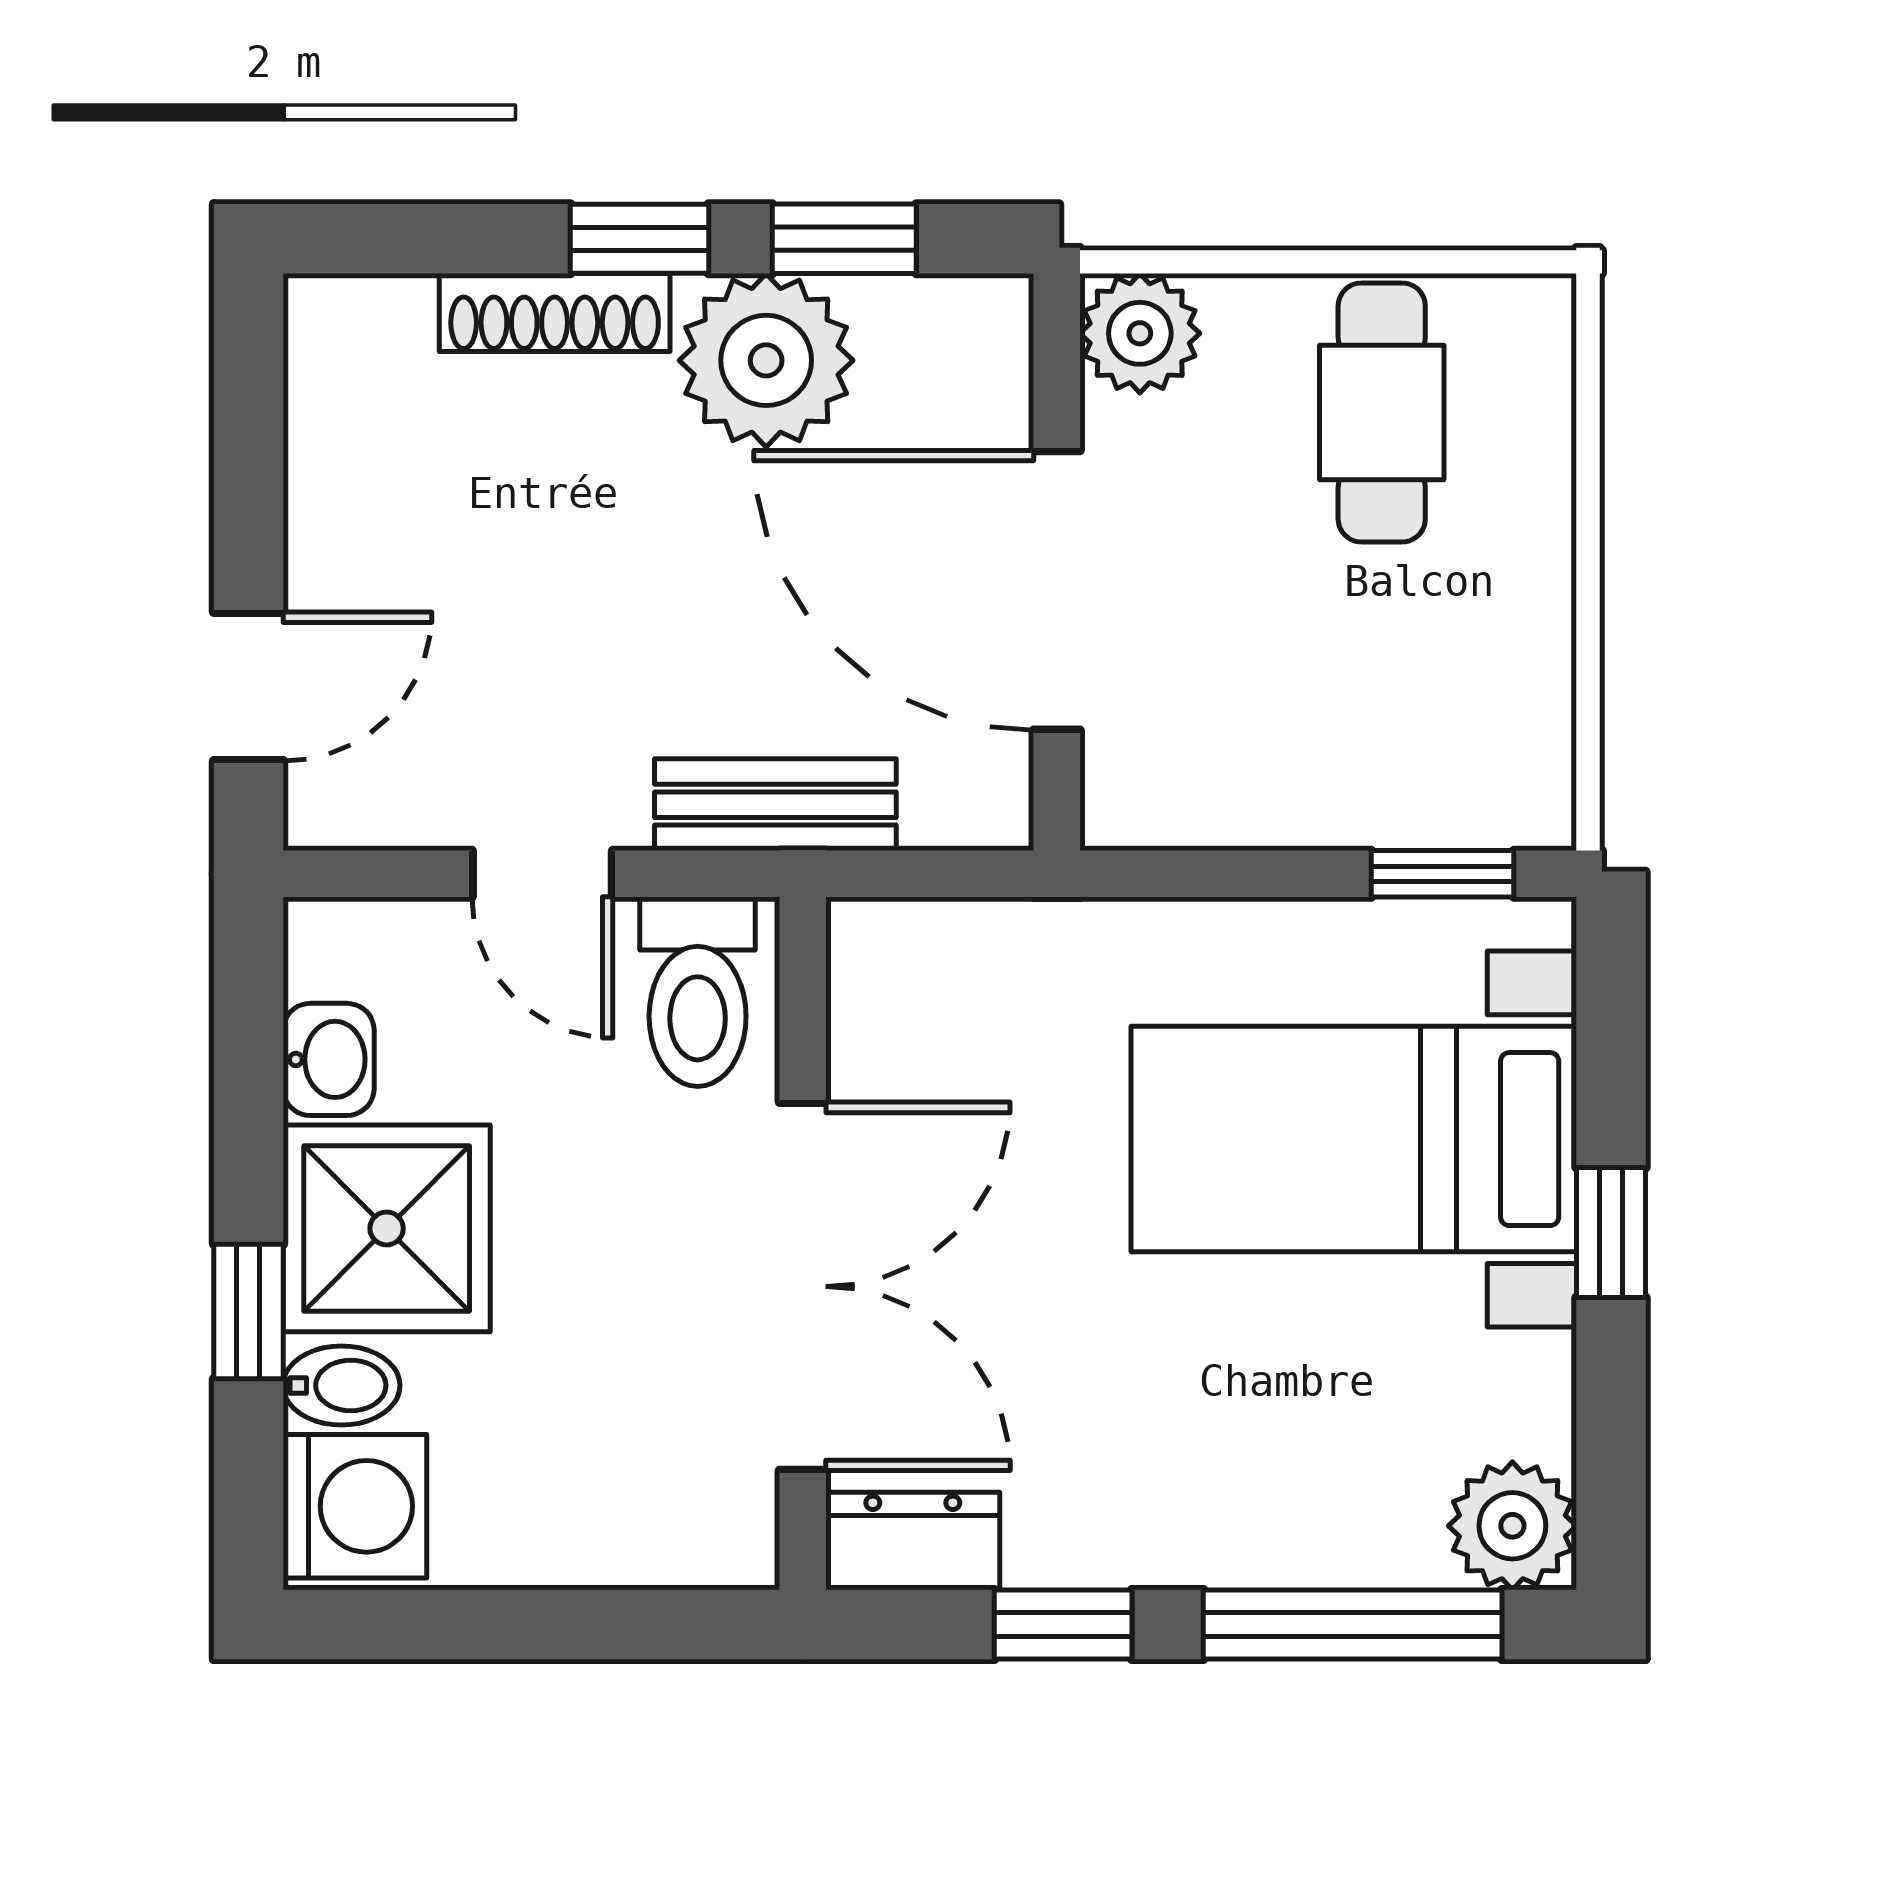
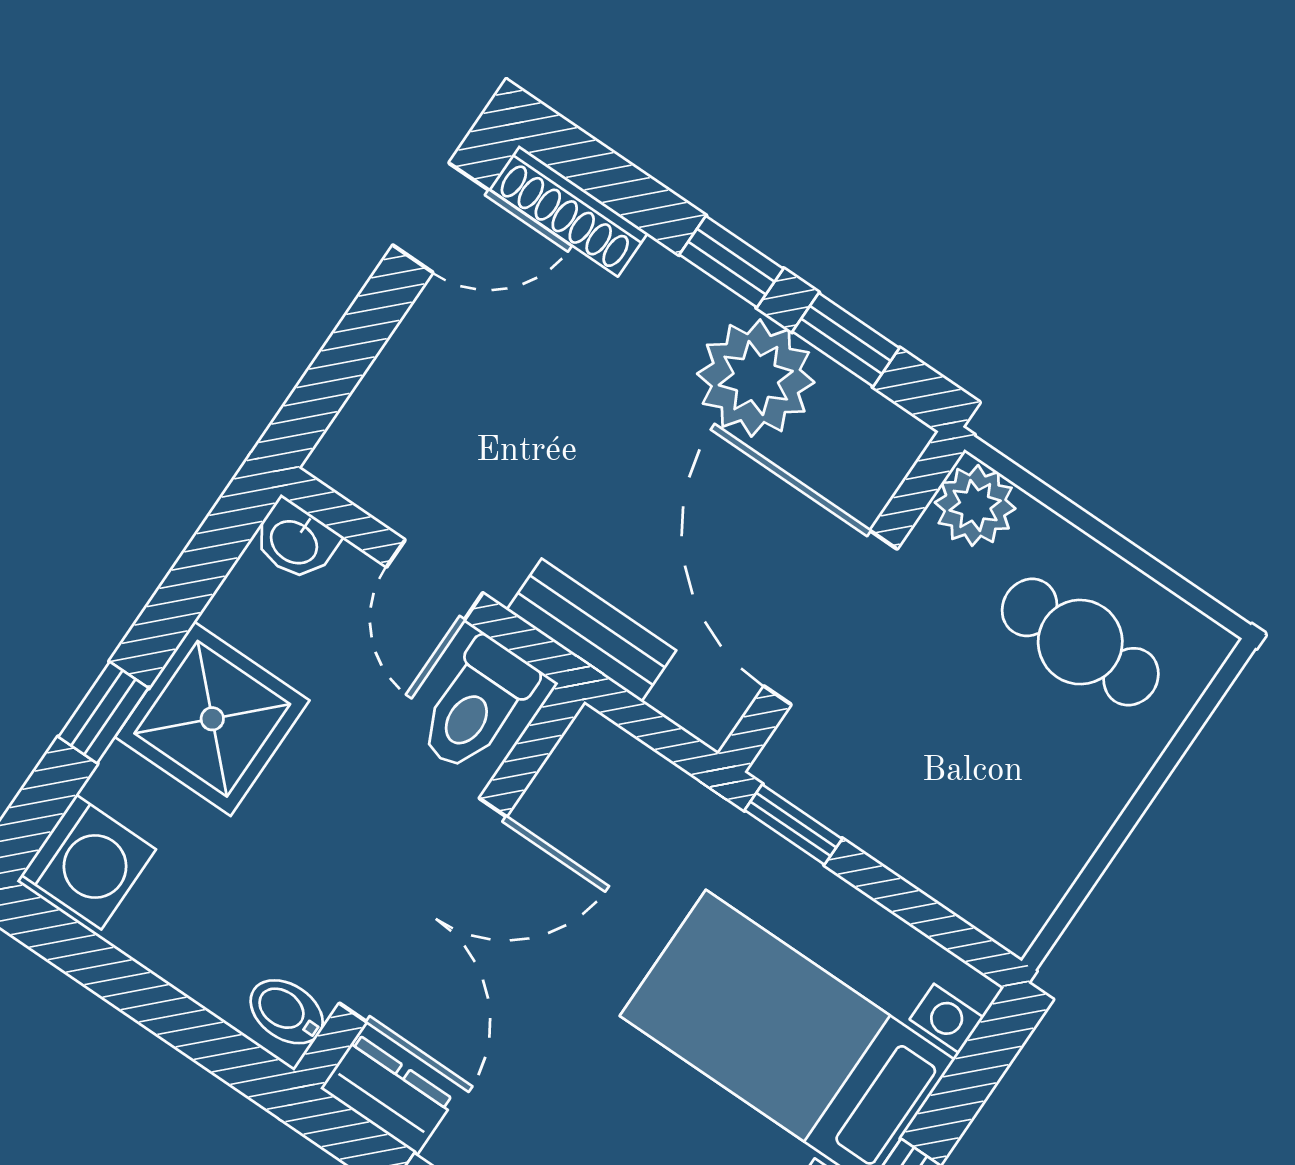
shoe rack: (555, 313) -> (568, 211), moved
cafe table: (1382, 412) -> (1080, 642), turned 90
door: (248, 687) -> (441, 218), moved
window: (1443, 874) -> (793, 824), moved
washbasin: (329, 1059) -> (295, 541), moved, turned 90
bidet: (342, 1385) -> (287, 1012), moved, turned 180

